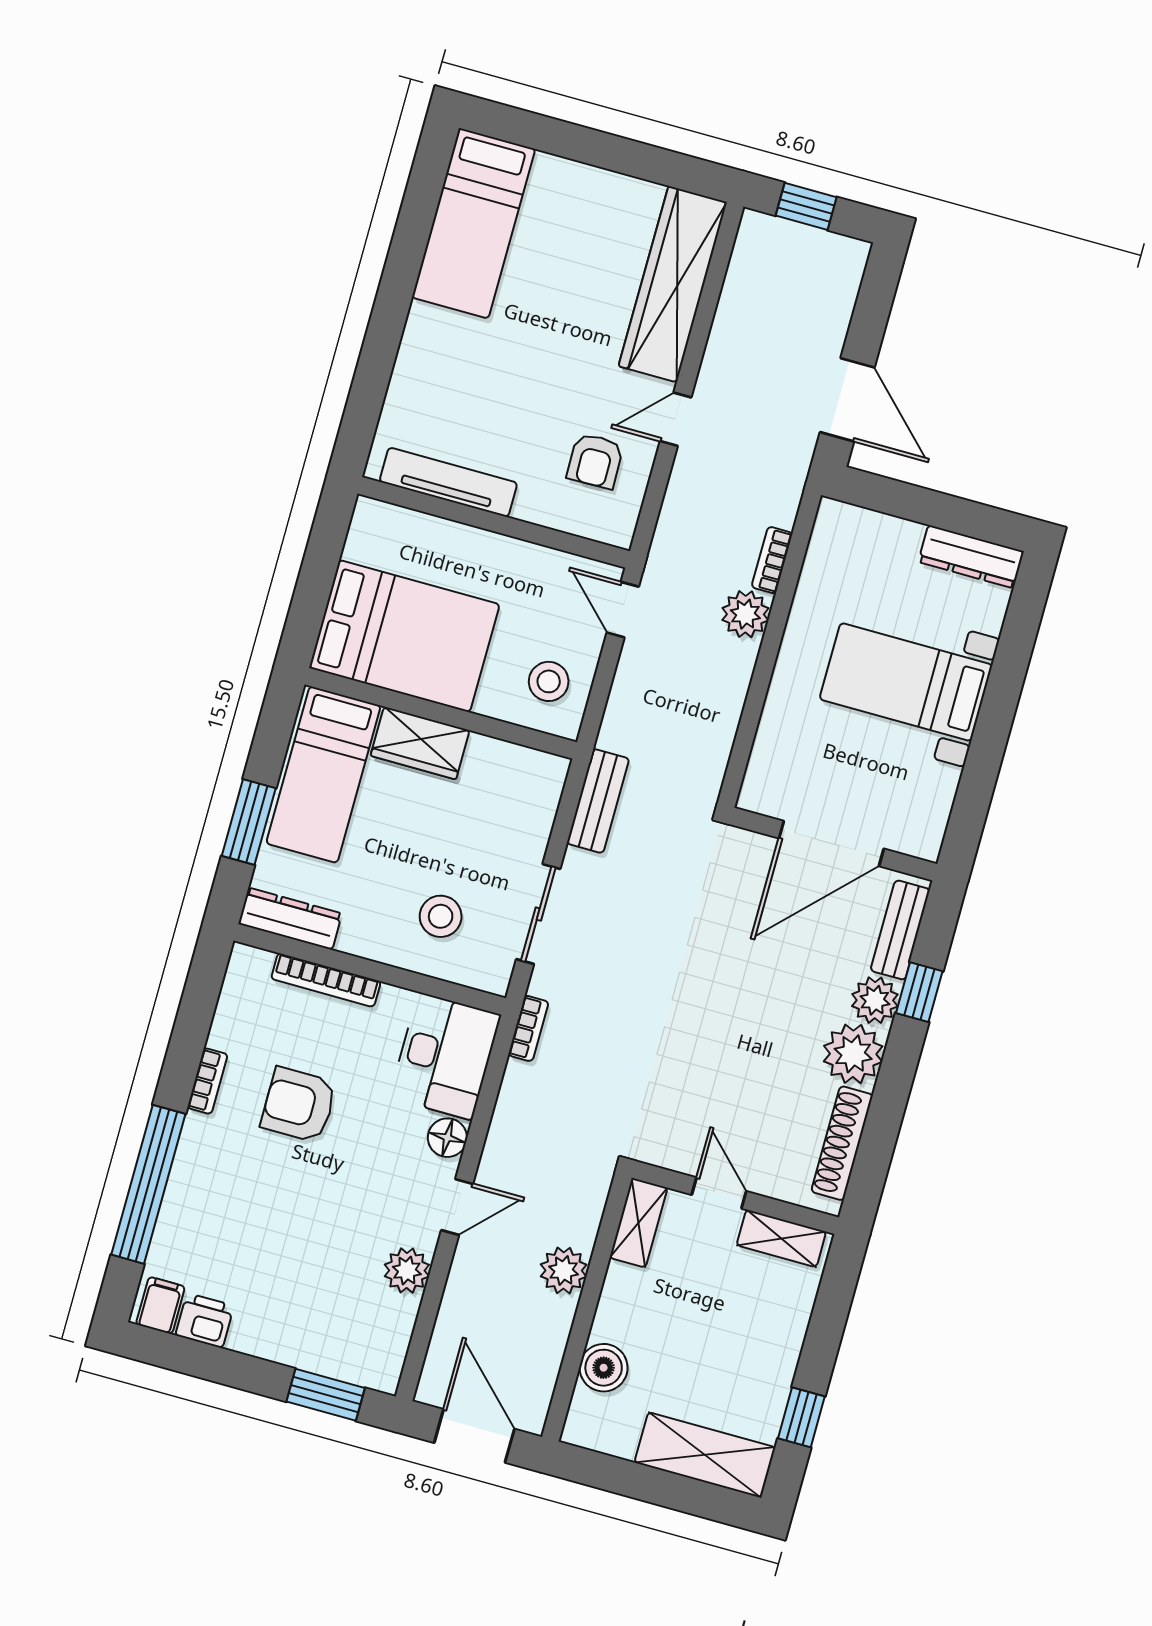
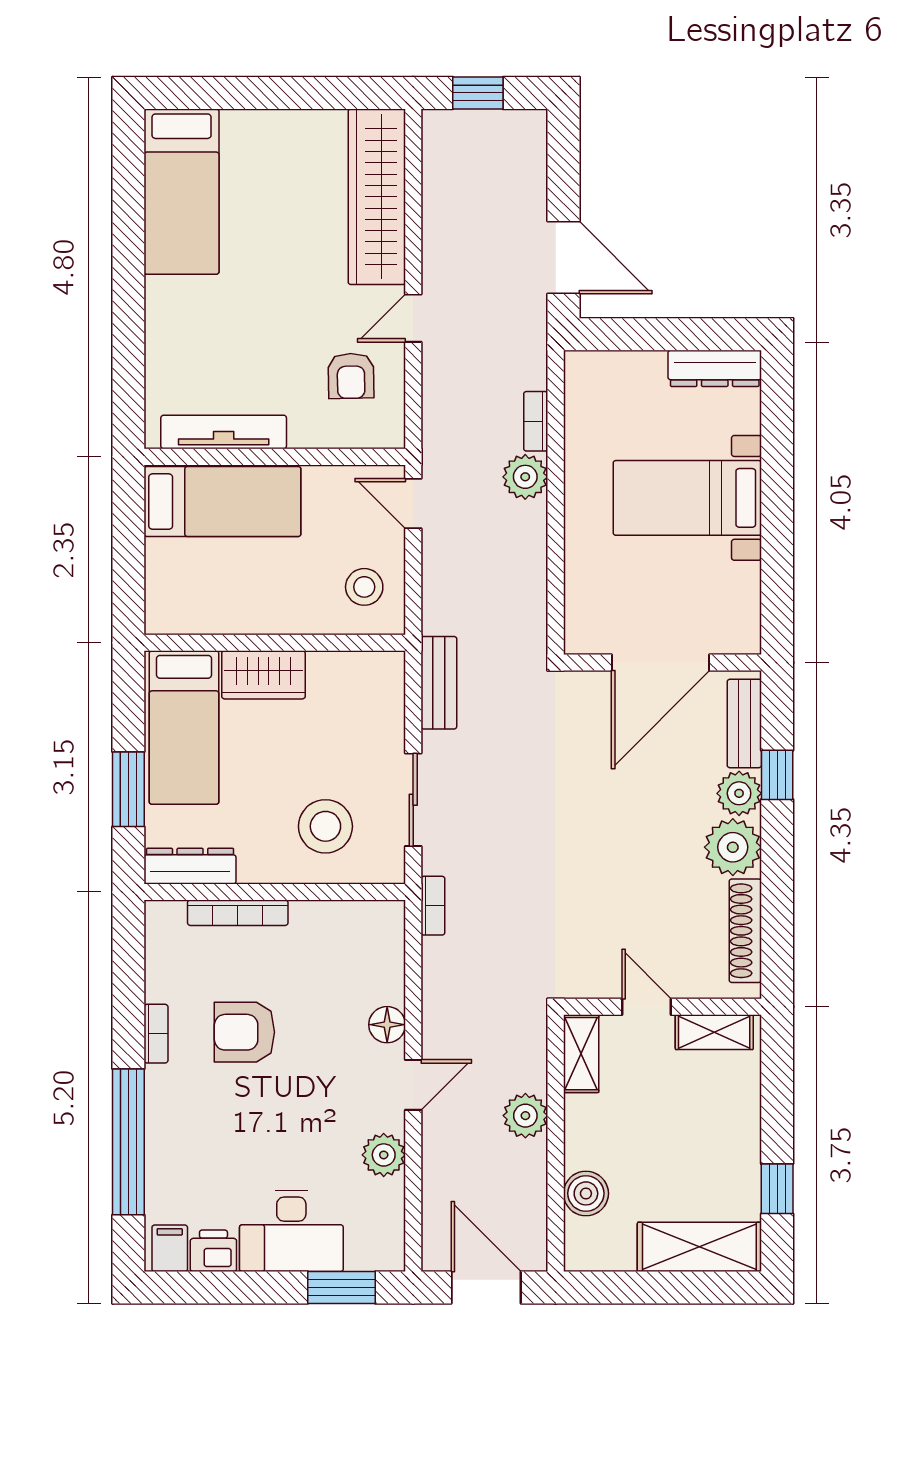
bed: (404, 636) -> (222, 502), moved, width x0.67
stool: (441, 916) -> (325, 826), width x1.38, depth x1.38
desk: (445, 1056) -> (291, 1231), moved, turned 90

